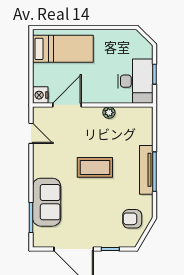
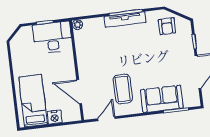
nightstand: (40, 95) -> (55, 117), moved
plant: (109, 113) -> (77, 25), moved
coffee table: (95, 167) -> (123, 89), moved

